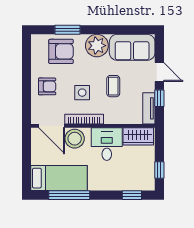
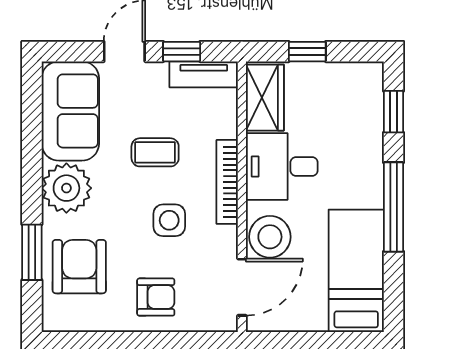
armchair: (47, 86) -> (156, 297), turned 90
bookcase: (84, 119) -> (227, 182), moved
window: (159, 170) -> (307, 52), moved
window: (69, 195) -> (394, 207), moved

